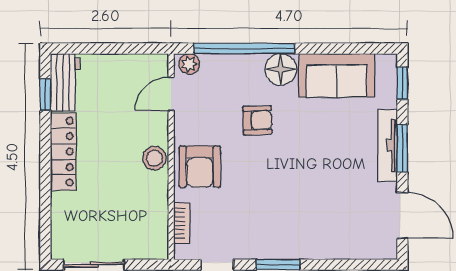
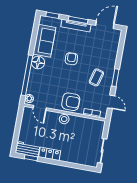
armchair: (257, 120) -> (71, 59), moved
locker: (63, 152) -> (50, 154), width x0.66
coffee table: (270, 218) -> (96, 77), added

